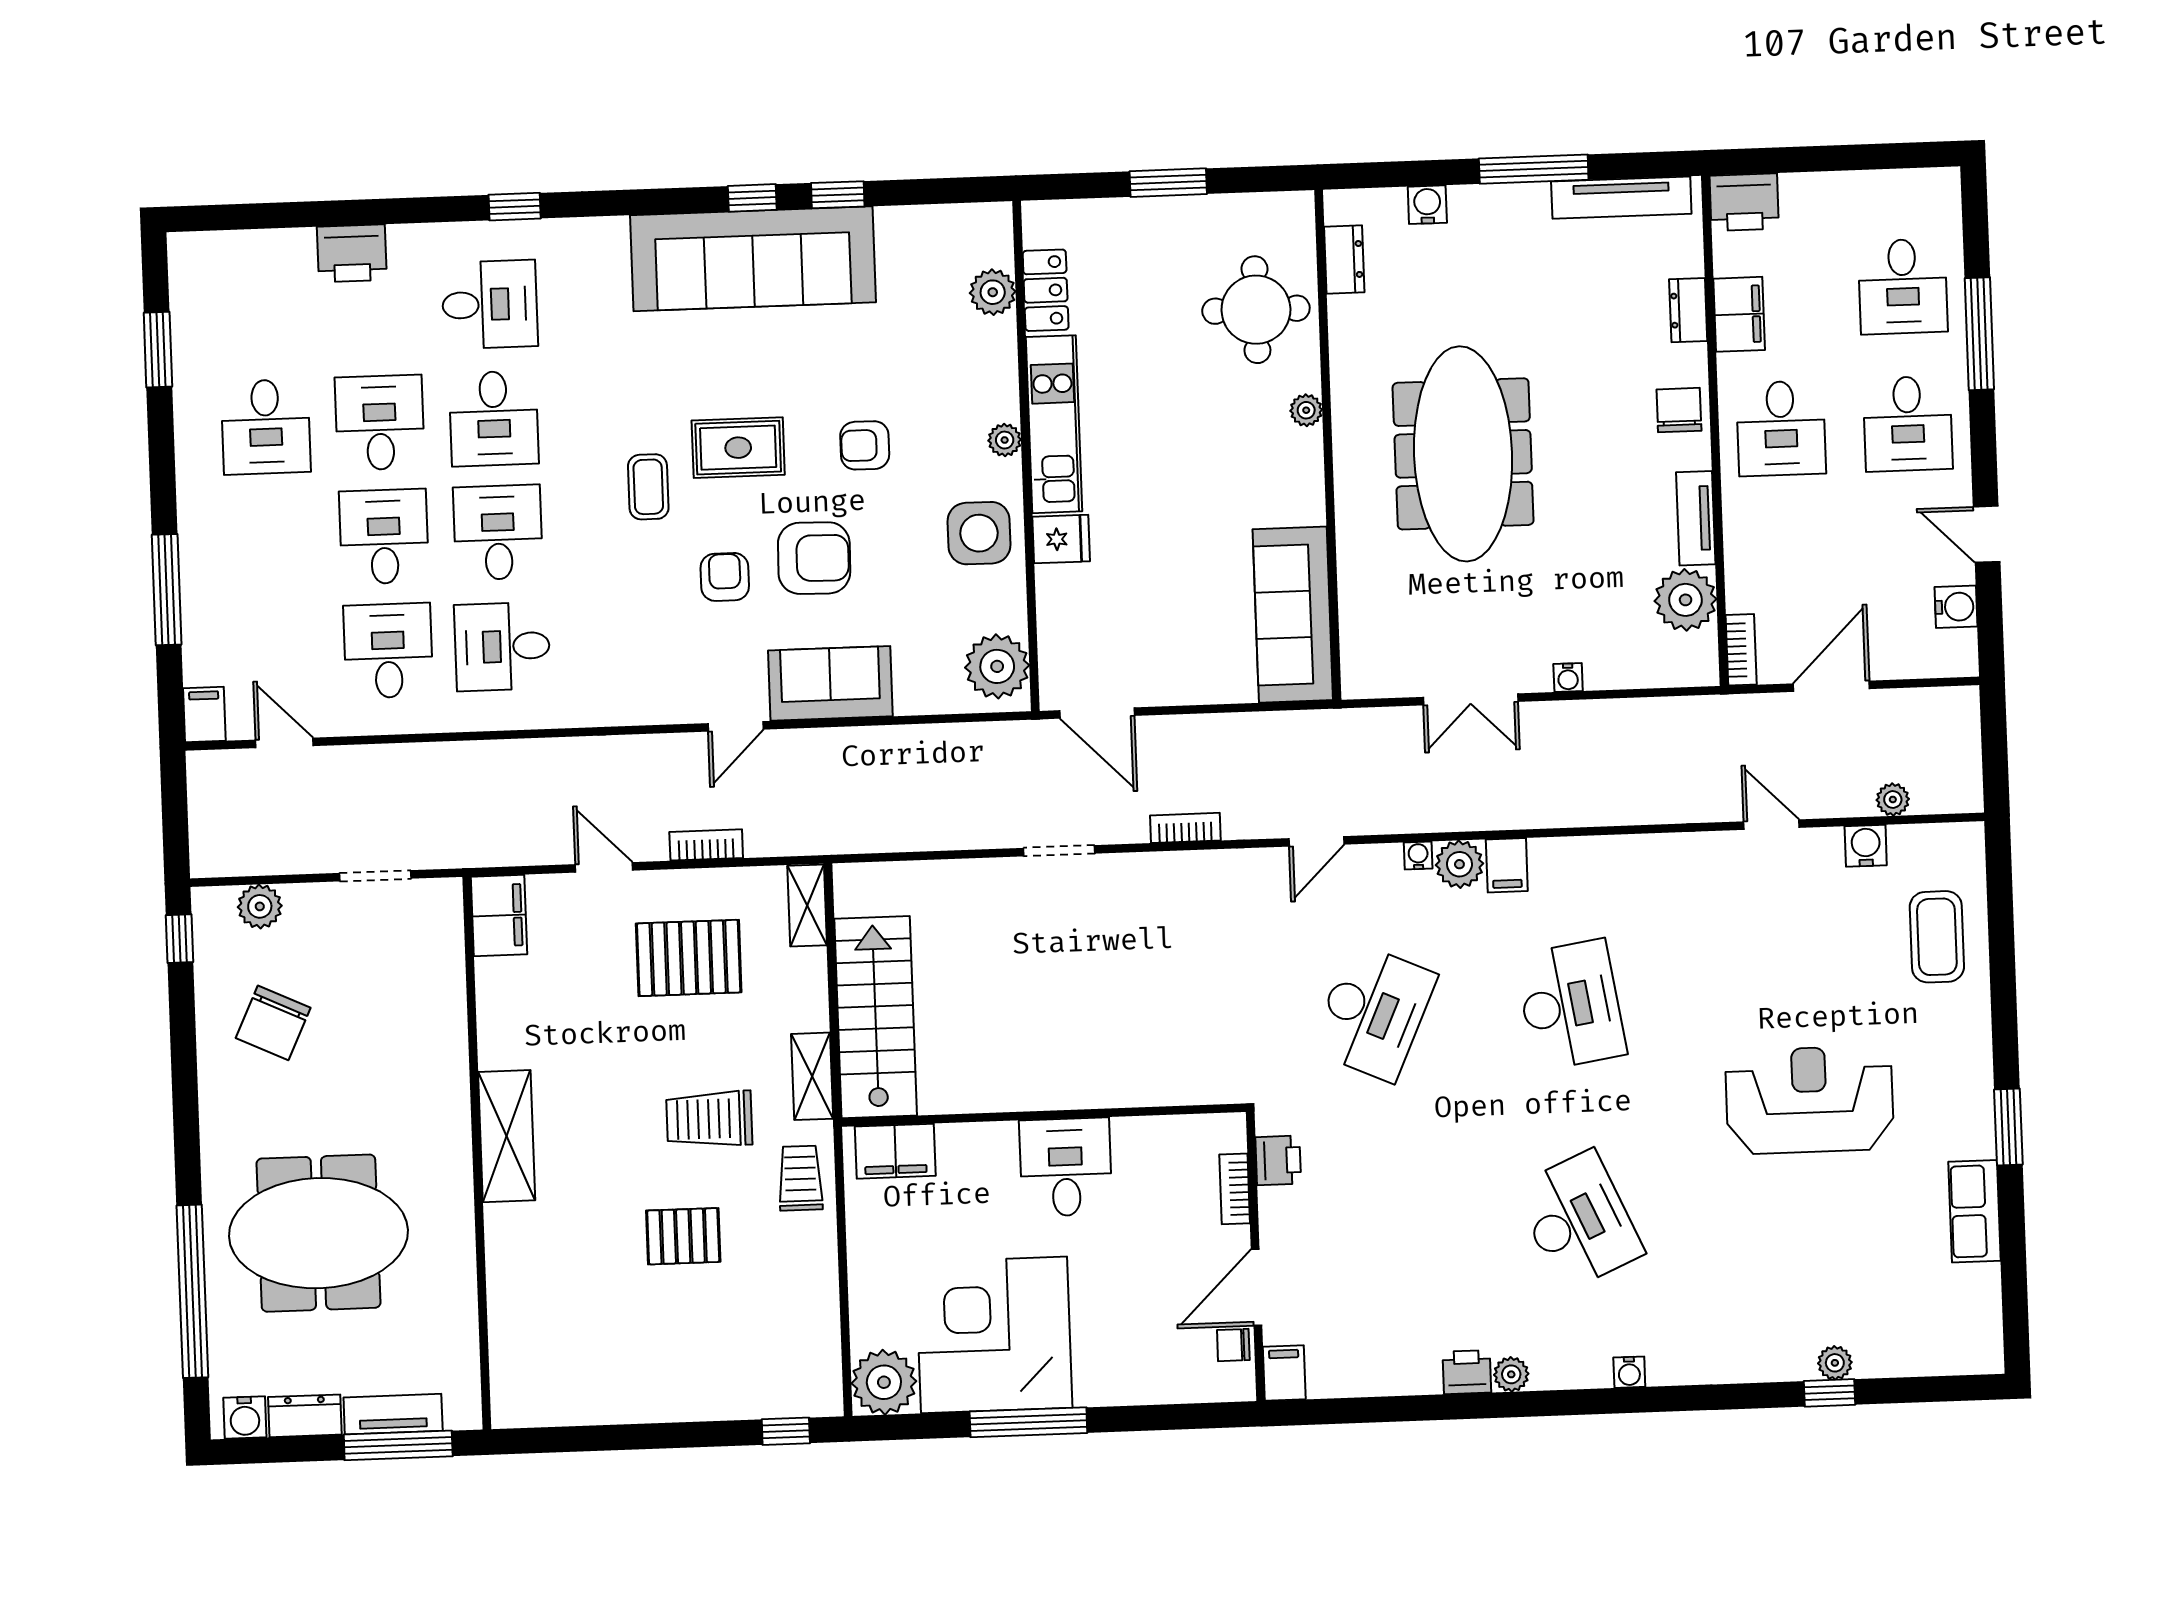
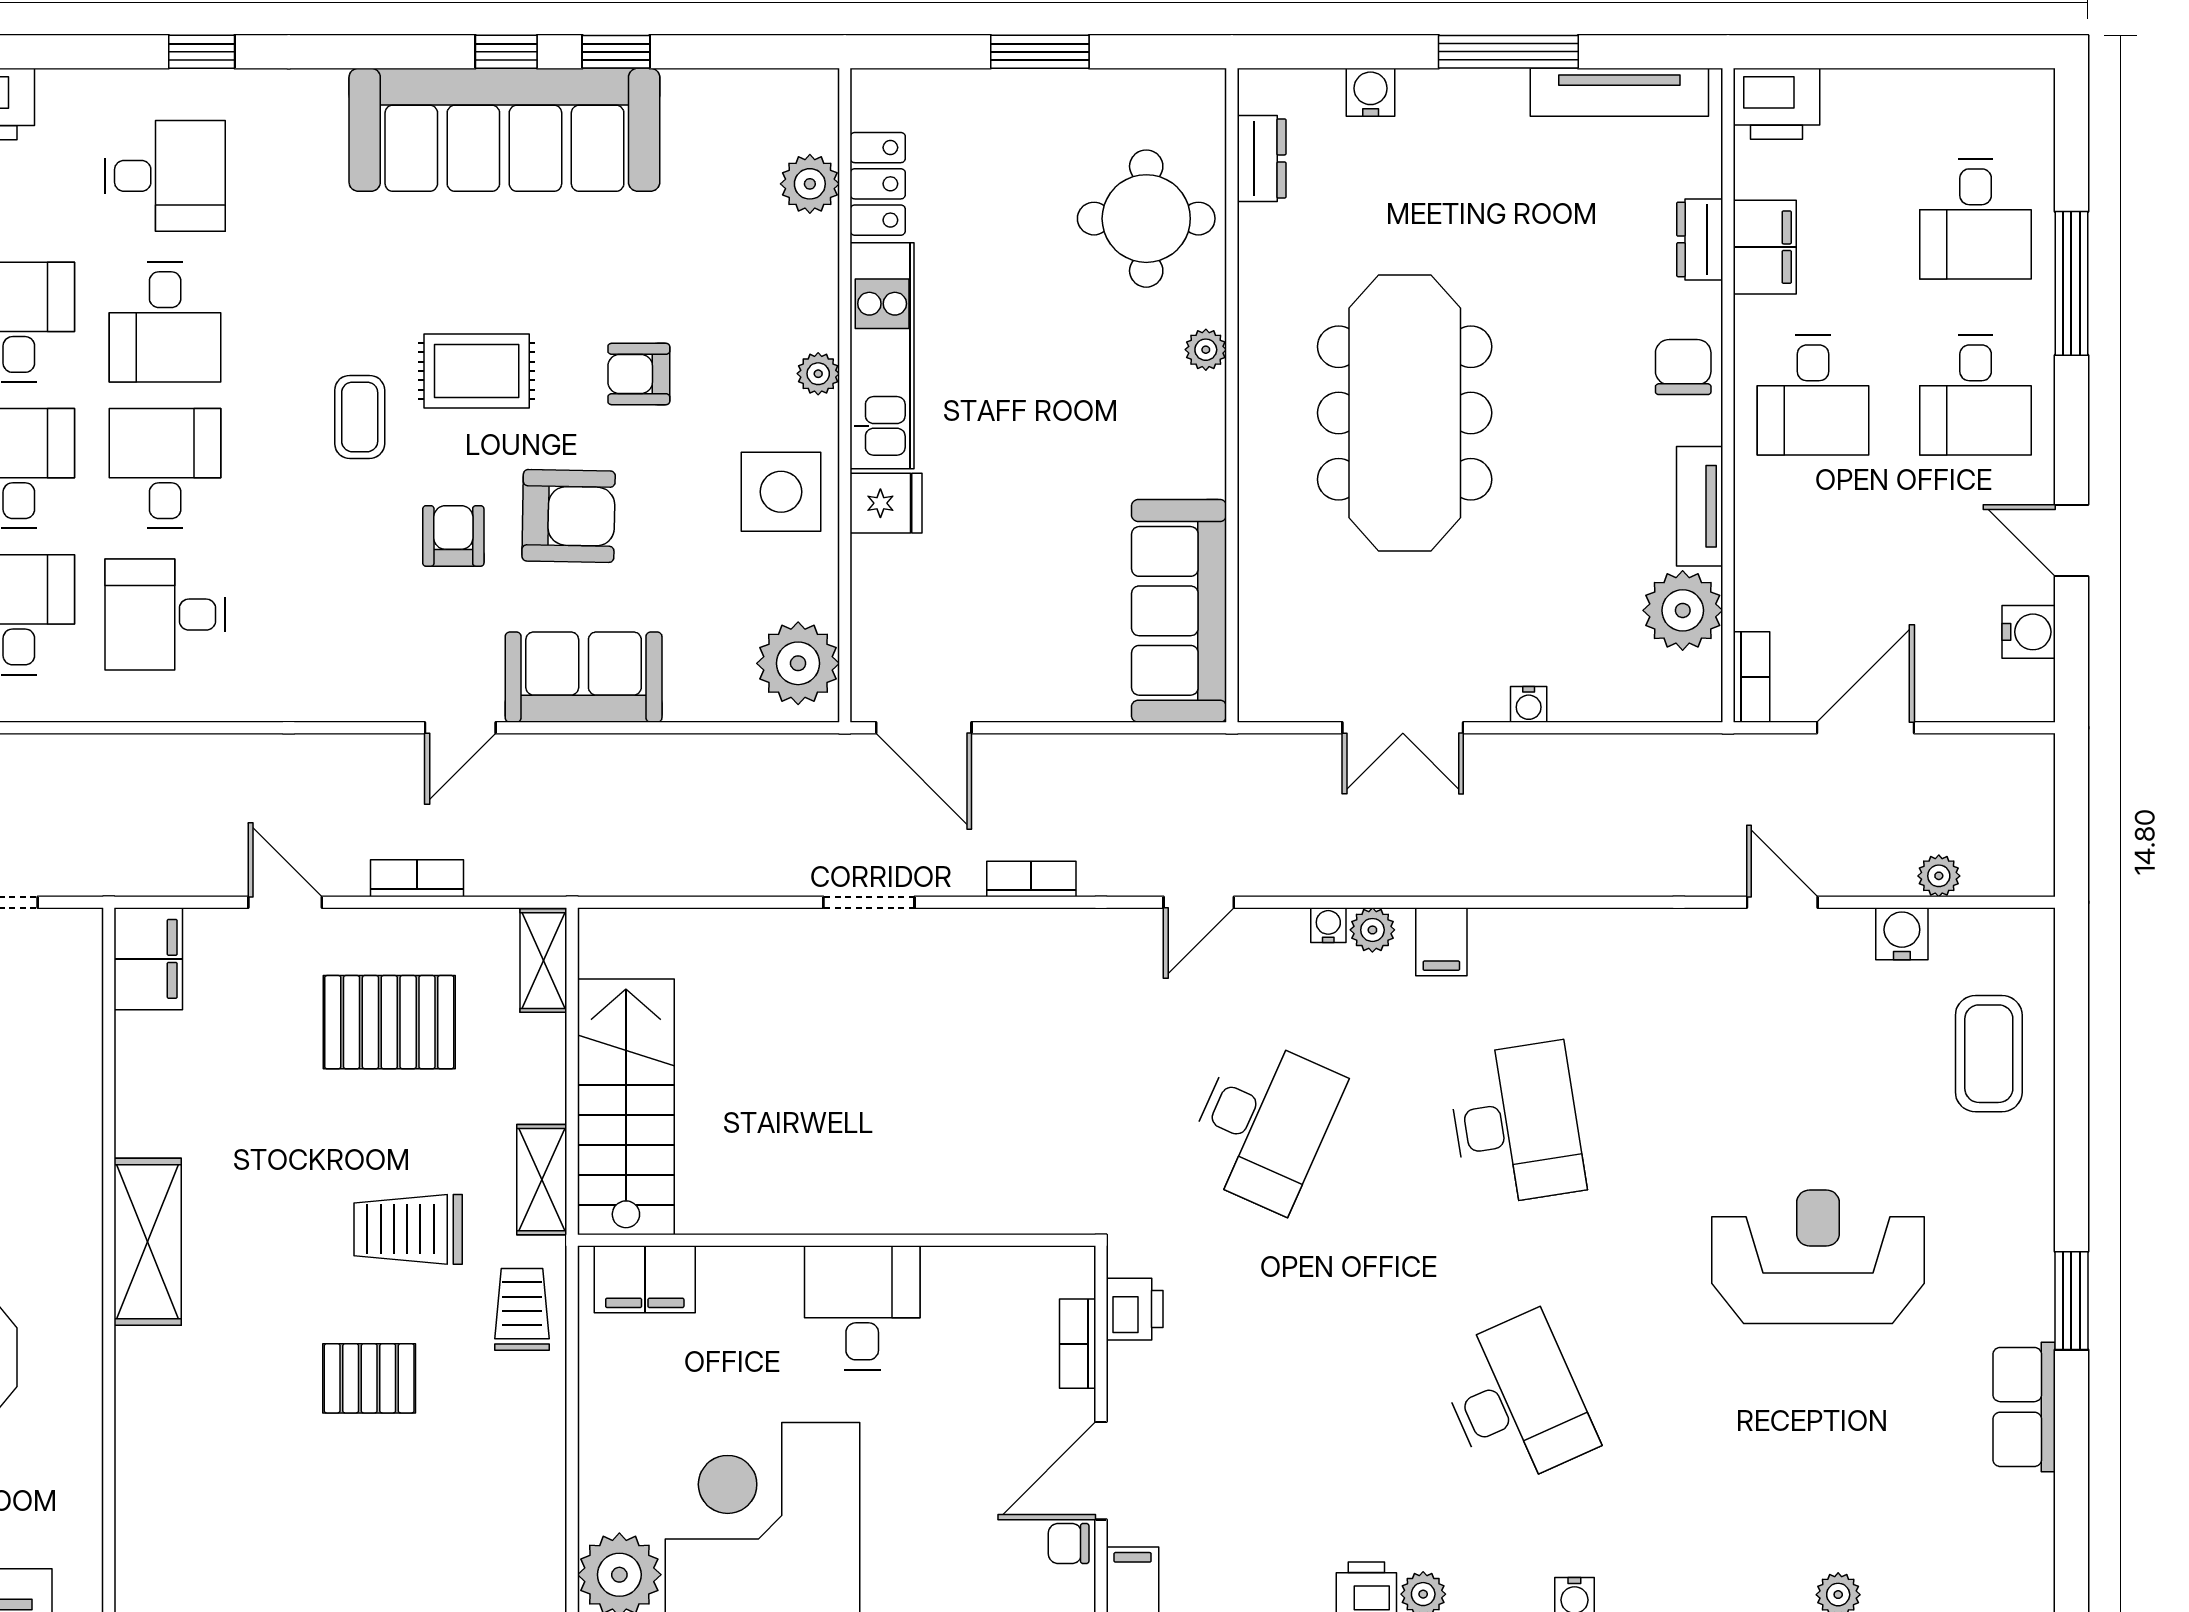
plant: (1459, 864) -> (1372, 930), width x0.73, depth x0.73

